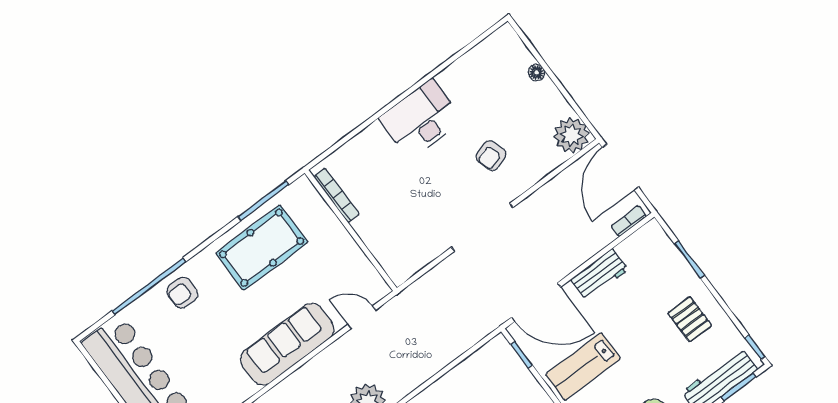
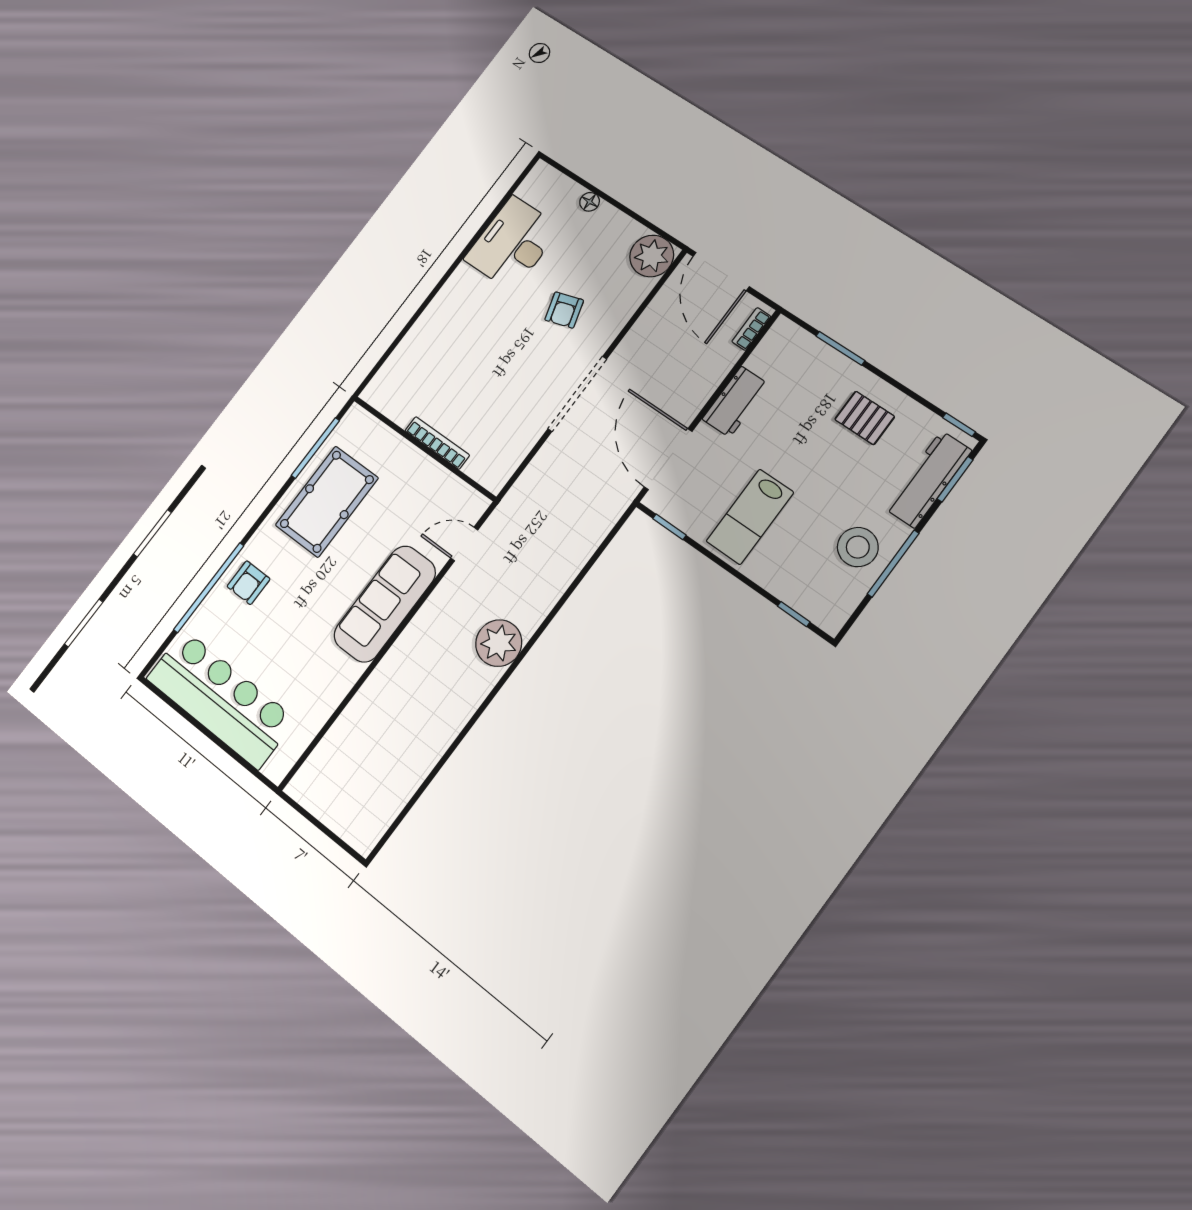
desk: (421, 119) -> (513, 243), moved
bookcase: (337, 195) -> (437, 443), moved
door: (536, 302) -> (668, 459), swing flipped

